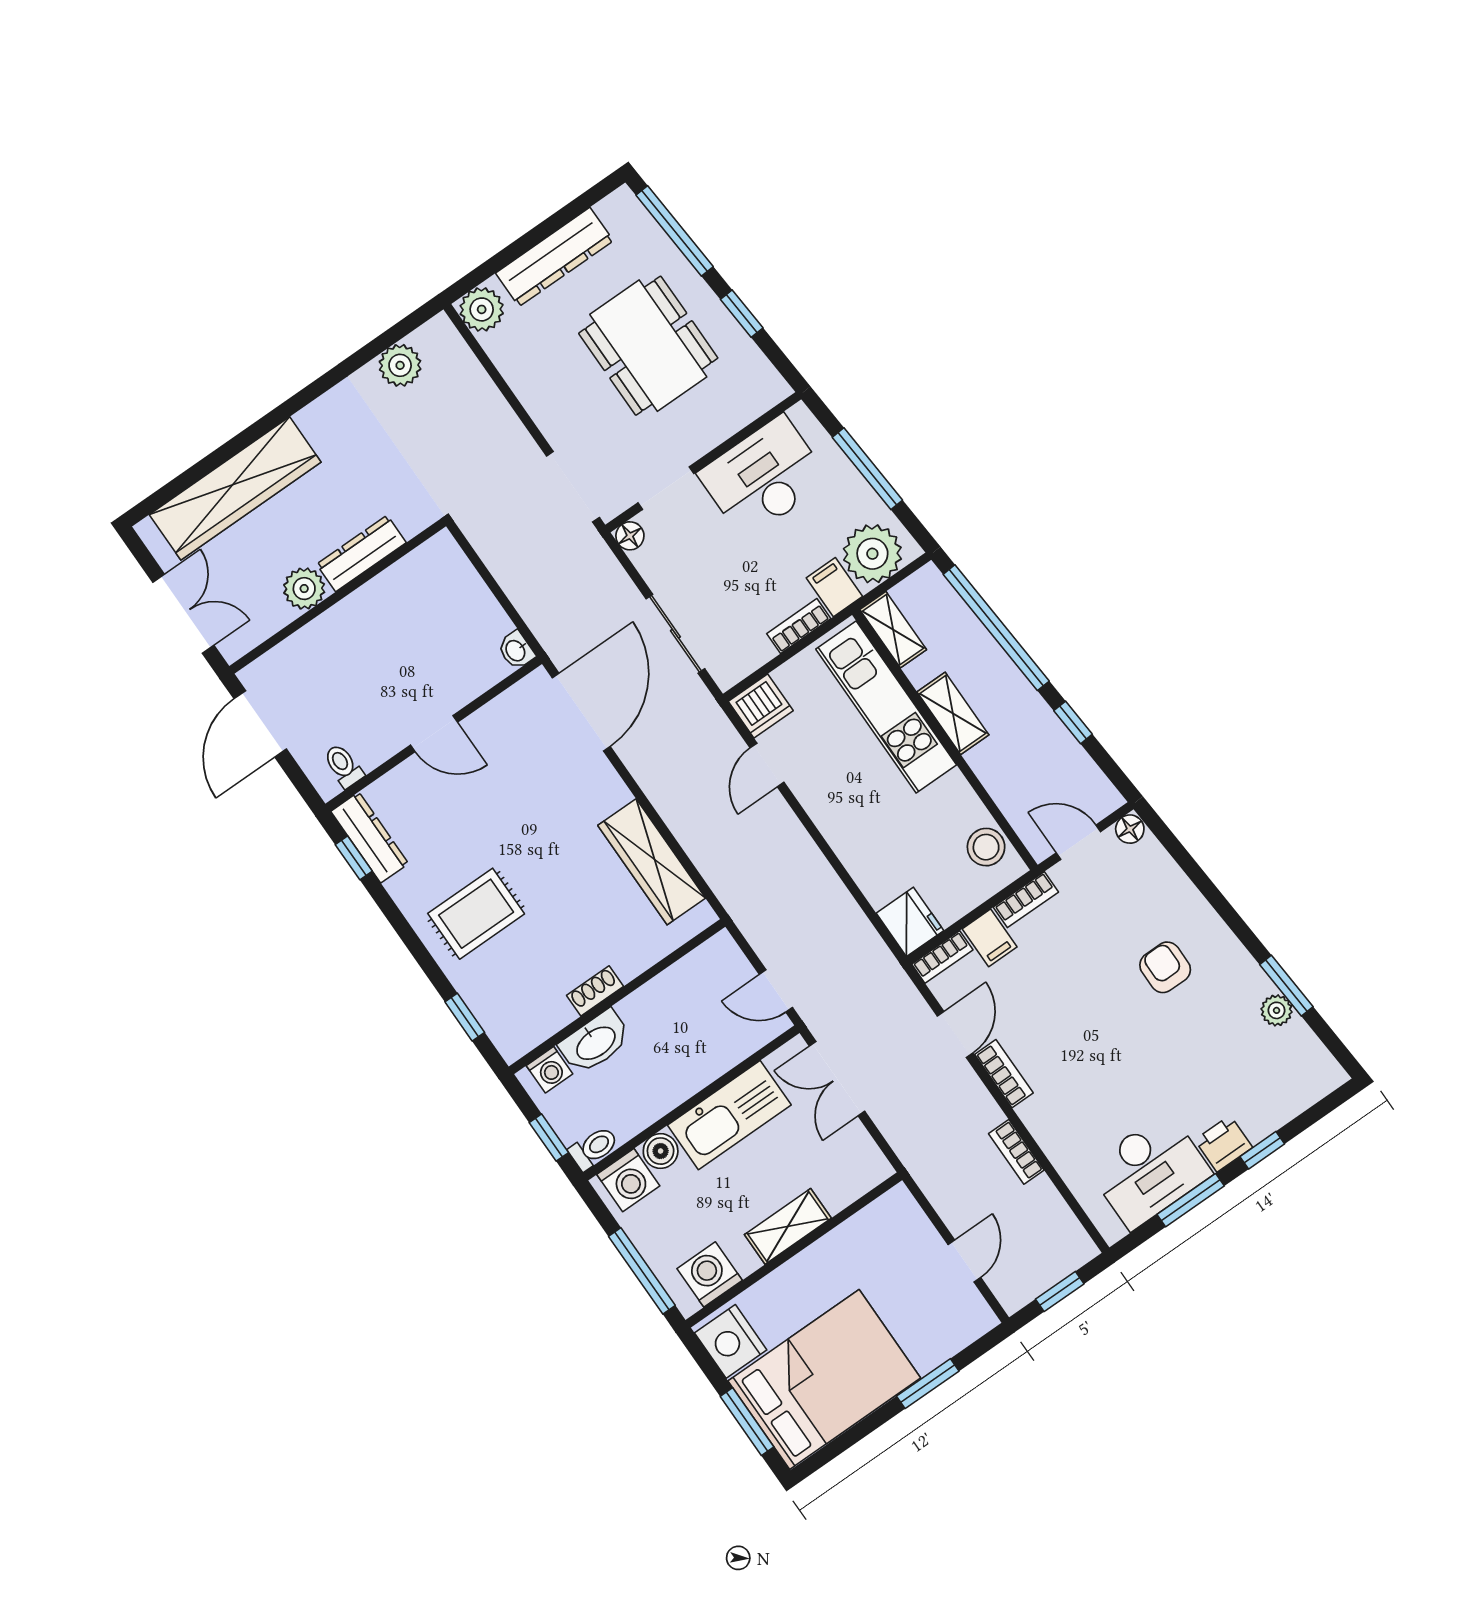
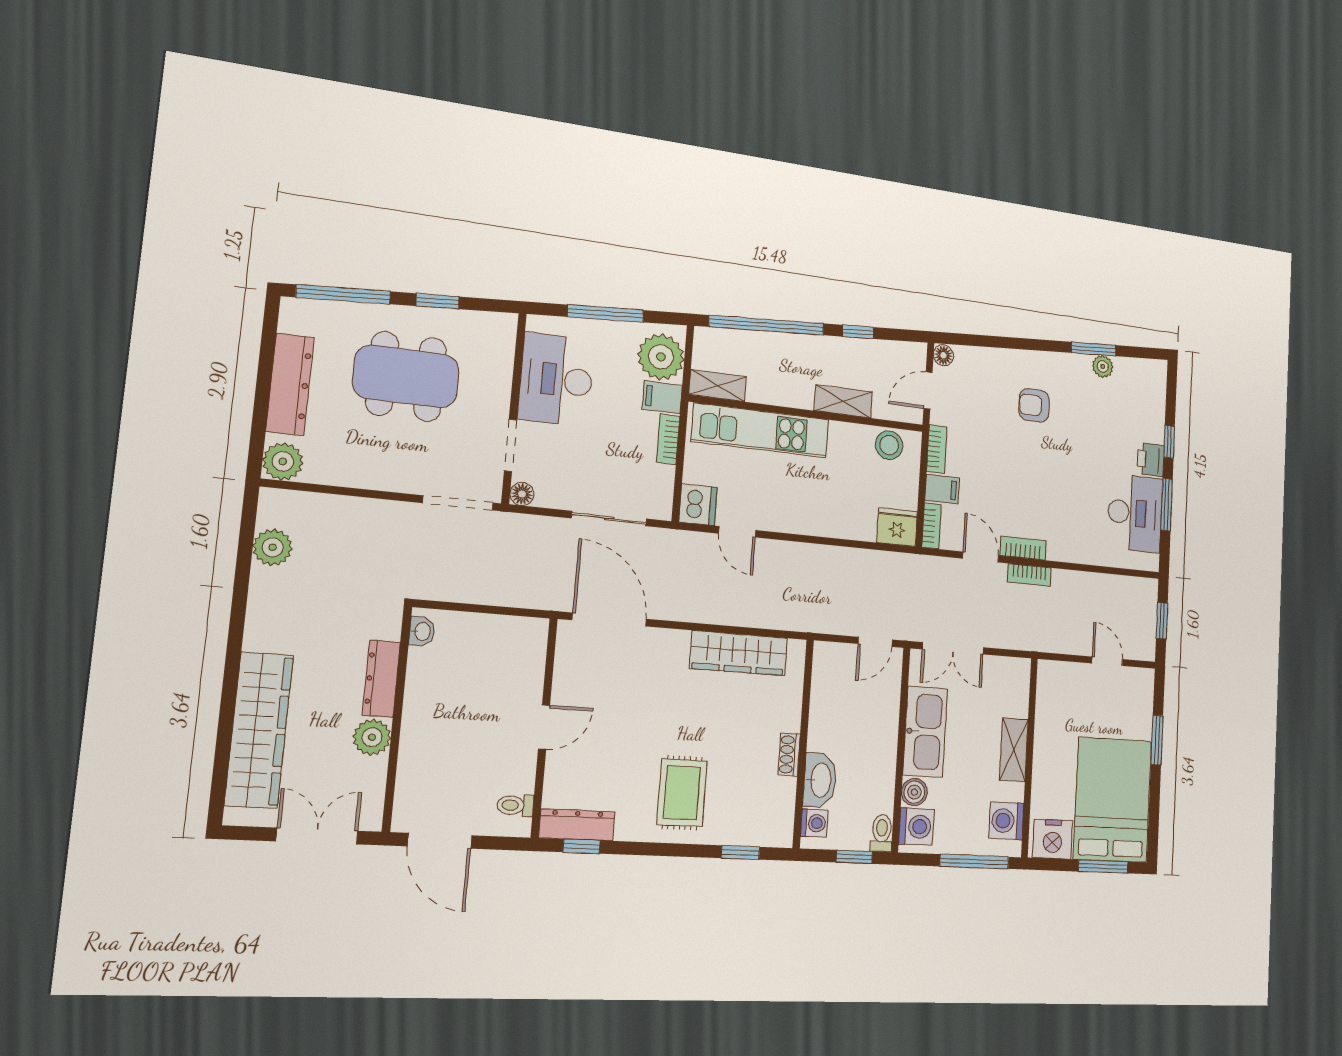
washbasin: (516, 650) -> (422, 631), moved, turned -90
shelving: (953, 713) -> (843, 401), moved
bookcase: (1016, 1152) -> (1029, 575), moved

